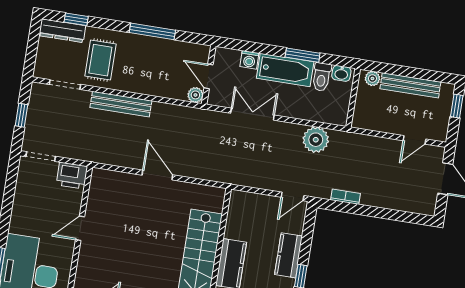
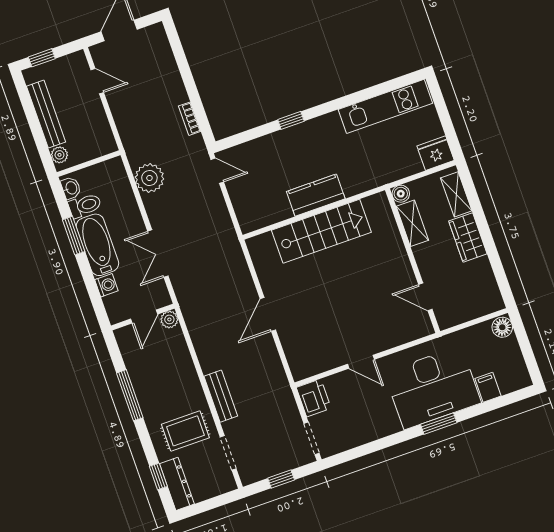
bench: (121, 104) -> (221, 396), width x0.73
kitchen counter: (289, 255) -> (277, 143), removed

